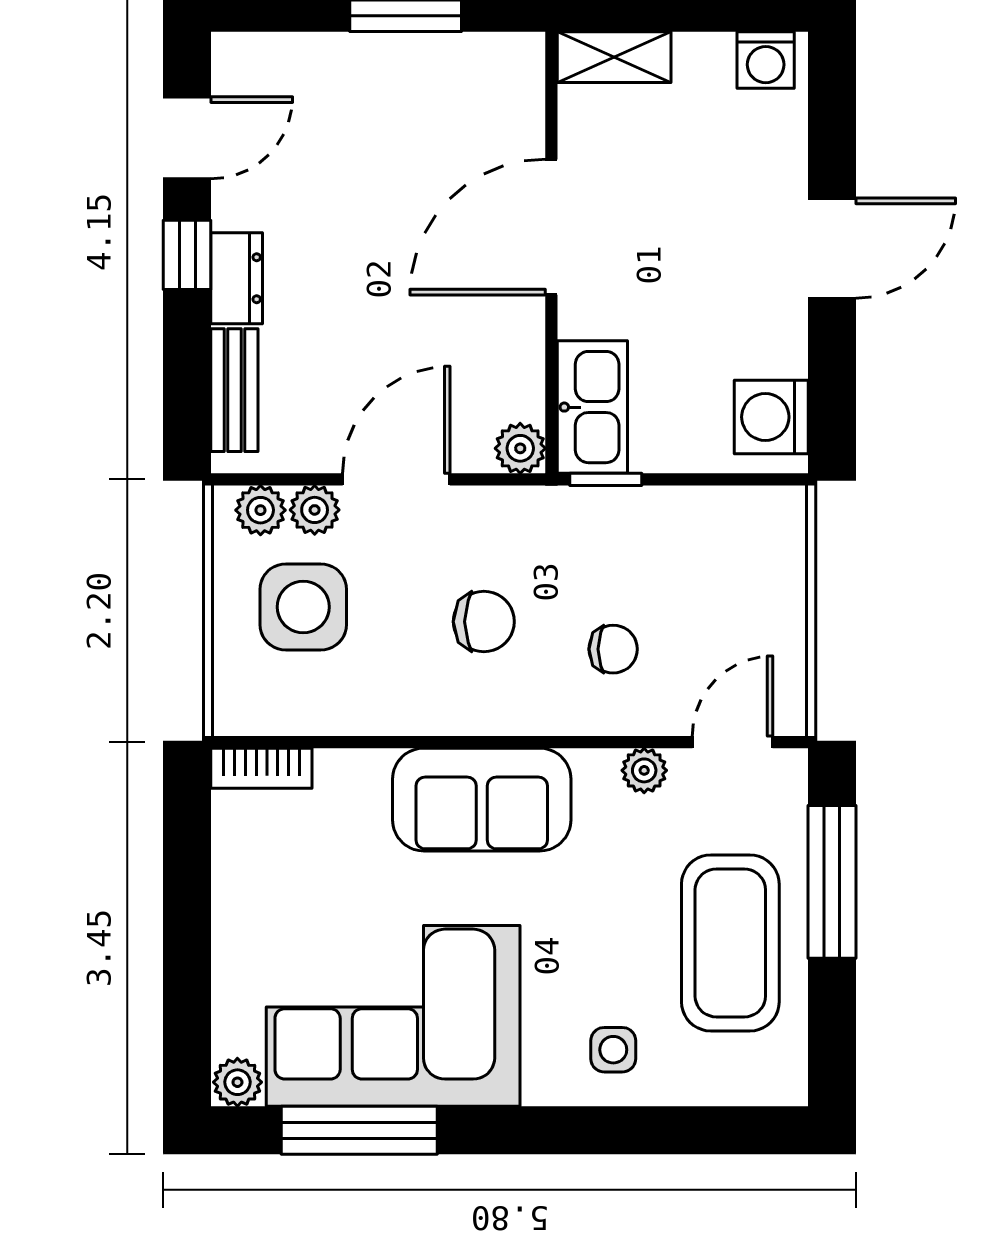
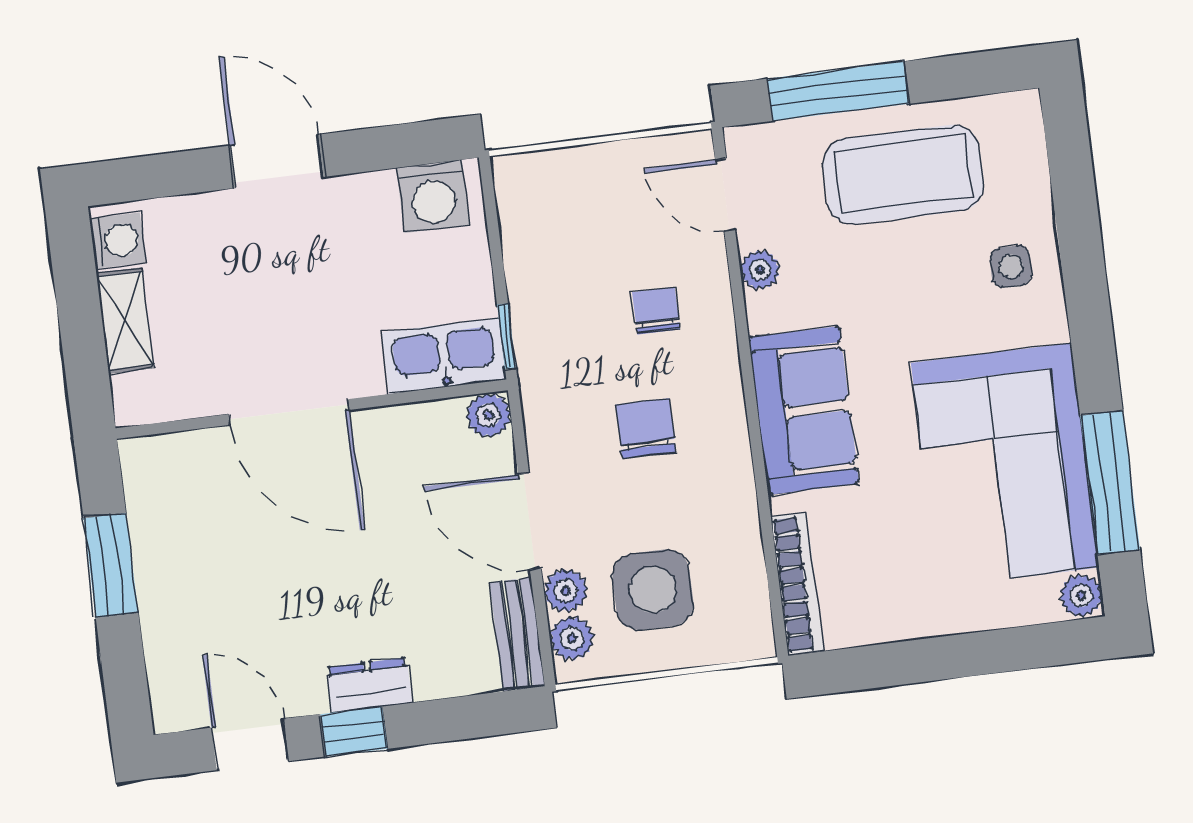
shelving: (614, 57) -> (125, 321), moved
bench: (234, 390) -> (517, 634), moved, turned 90
bookcase: (261, 768) -> (797, 584), width x1.56

